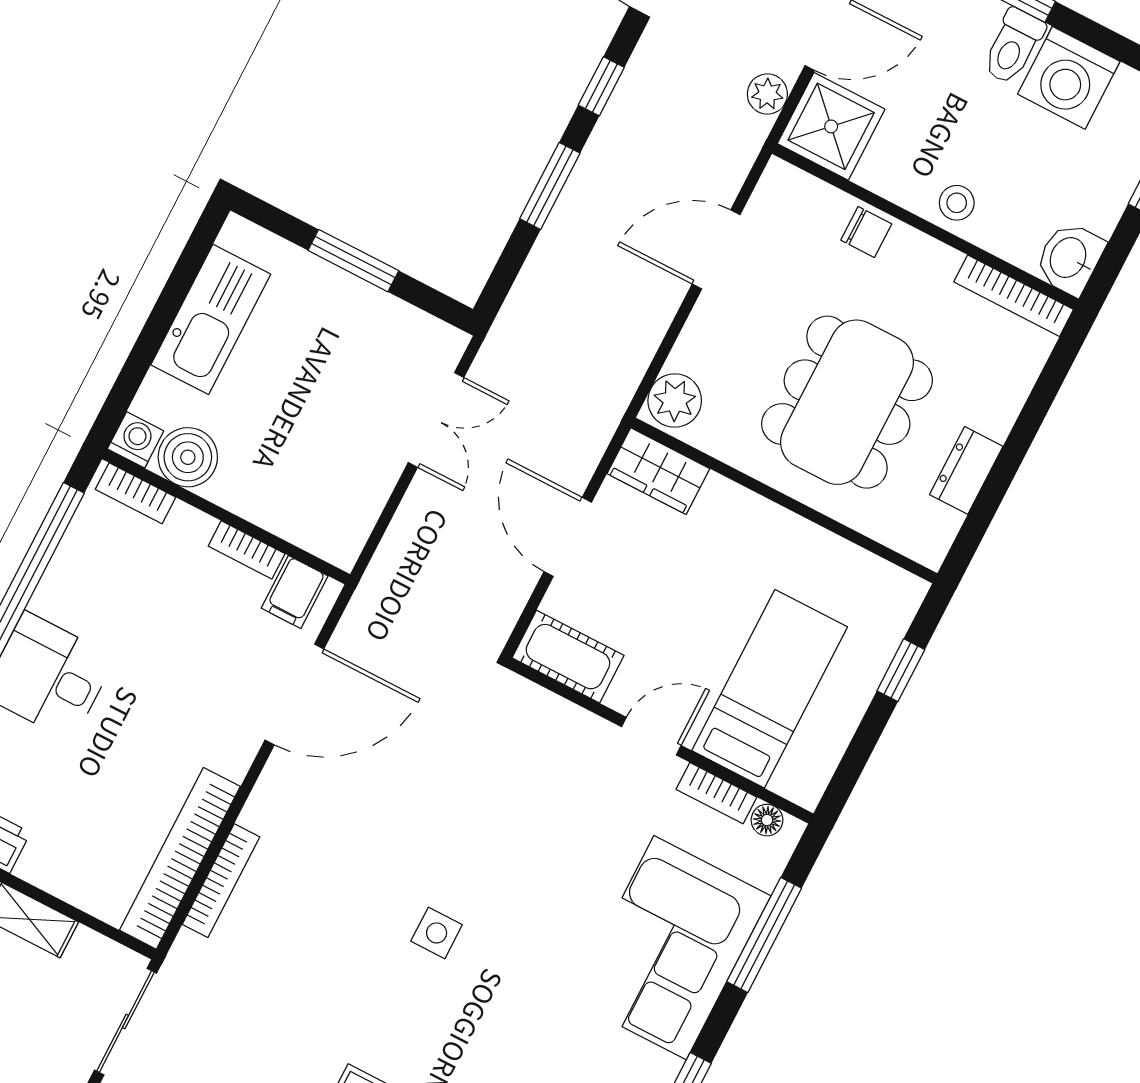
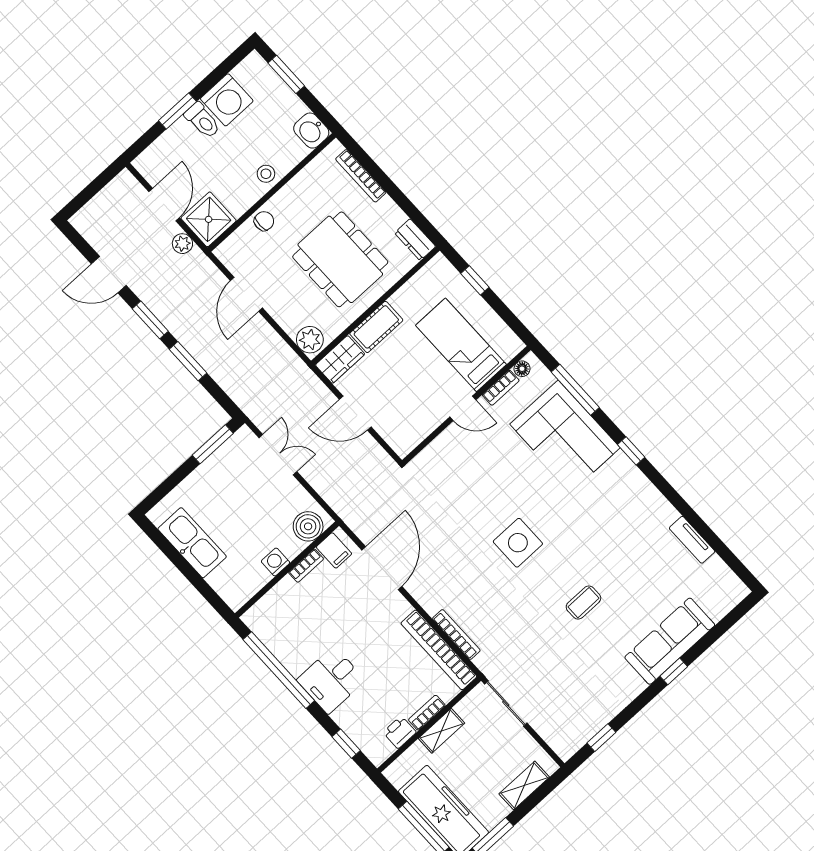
window: (601, 86) -> (150, 320), width x1.50
window: (353, 261) -> (213, 444), moved
bookcase: (1014, 296) -> (361, 176), moved, turned 90
washing machine: (136, 440) -> (276, 562), moved
boiler: (188, 457) -> (308, 526), moved
dresser: (966, 470) -> (415, 240), moved
bookcase: (136, 493) -> (427, 713), moved, turned 180
cot: (568, 657) -> (376, 327), moved
door: (651, 736) -> (463, 408), swing flipped
side table: (437, 933) -> (518, 543), width x1.87, depth x1.87

